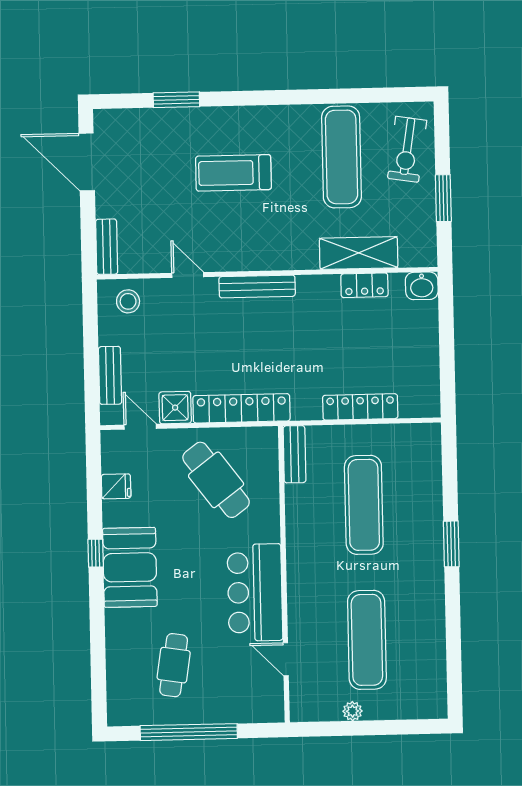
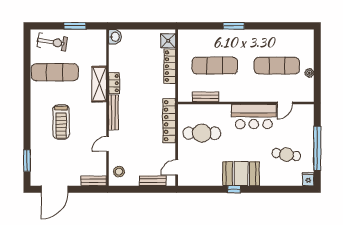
window: (176, 100) -> (27, 161), moved
shelving: (359, 253) -> (99, 84), moved
locker: (364, 285) -> (114, 83), moved
shower: (175, 408) -> (168, 41), moved
bench: (294, 454) -> (206, 97), moved
cafe table: (216, 480) -> (202, 133), turned 37
fridge: (116, 486) -> (308, 179), moved

